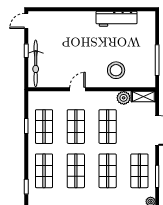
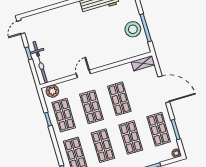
stool: (116, 70) -> (133, 29), moved
plant: (124, 98) -> (52, 91), moved

